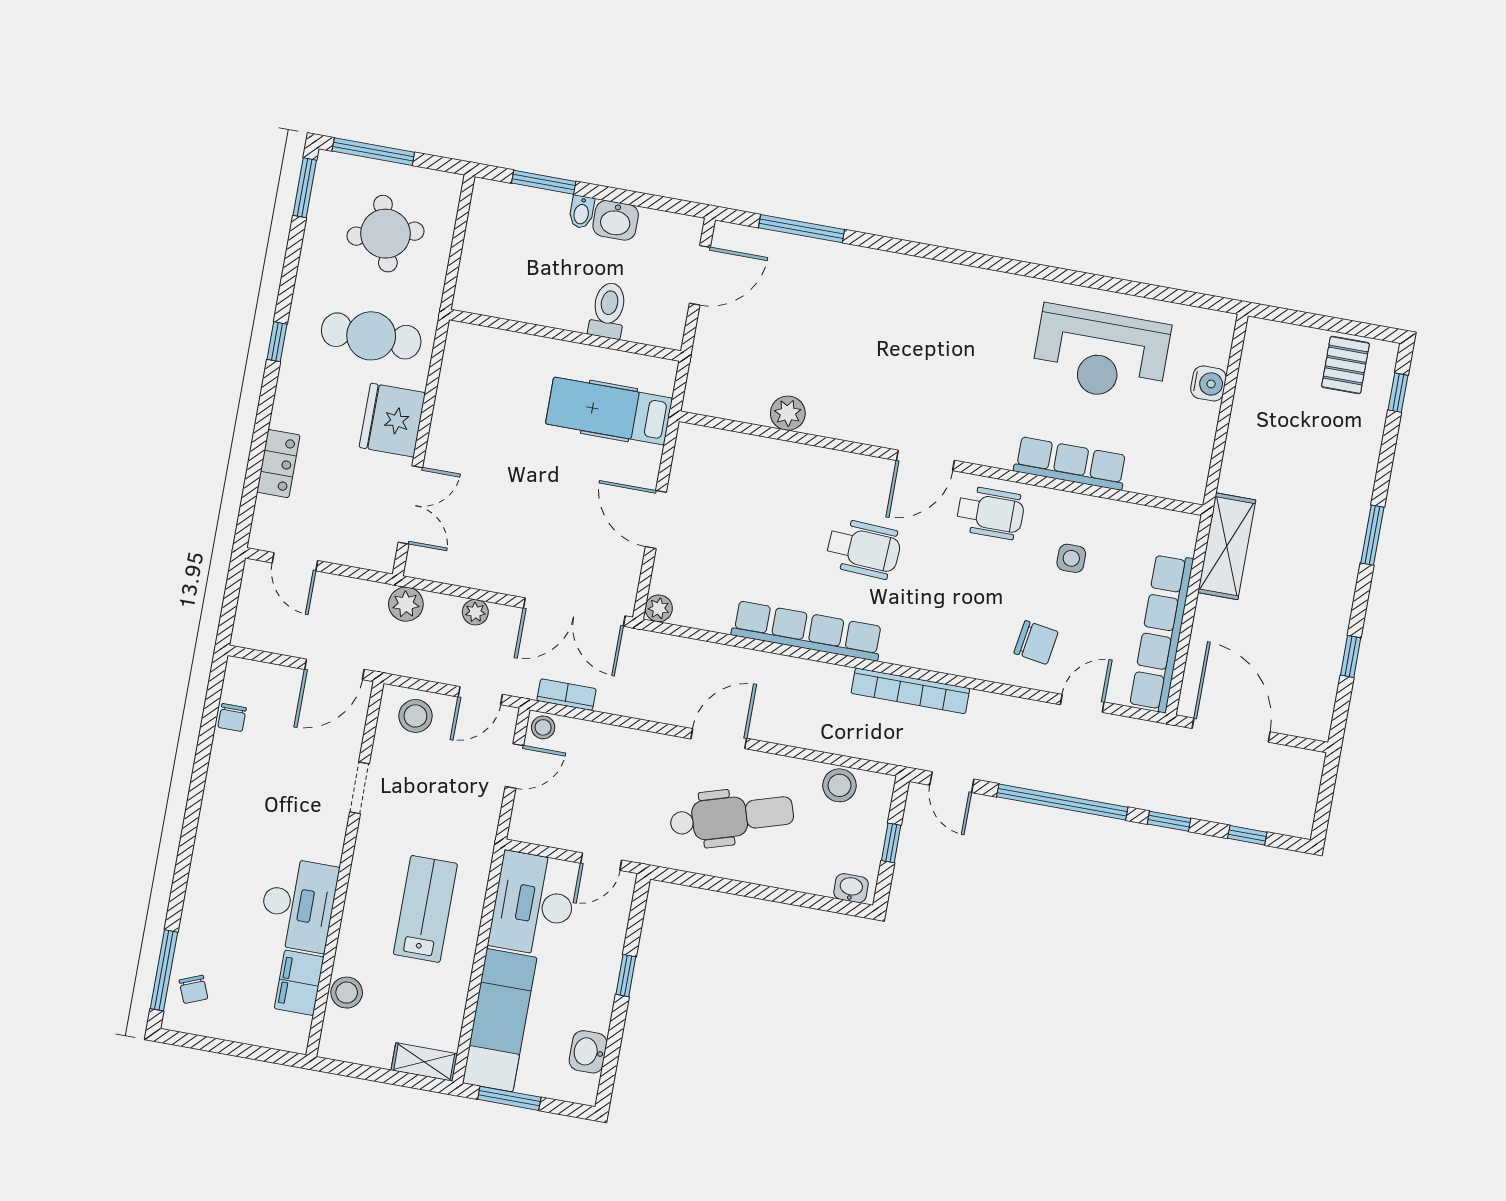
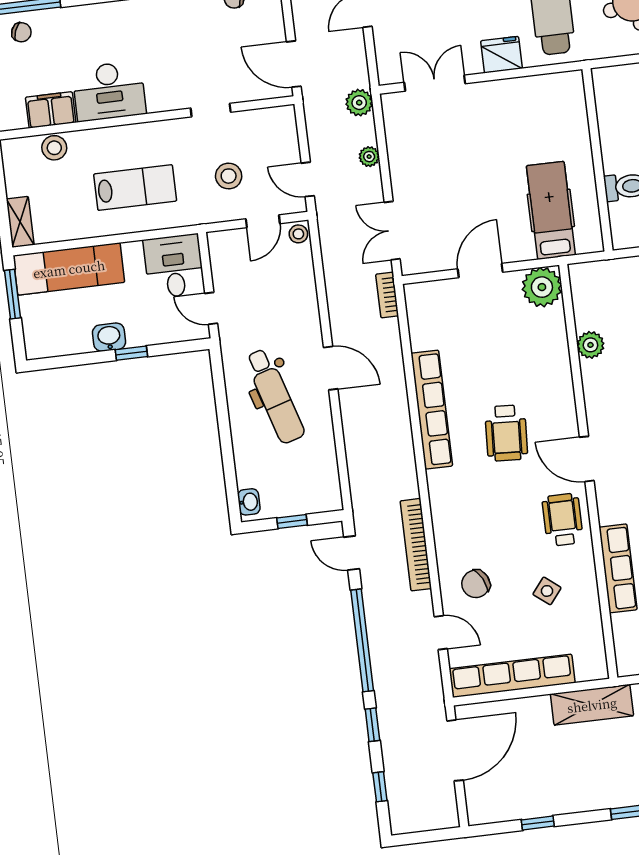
fridge: (392, 420) -> (501, 55), width x0.73, depth x0.75
double door: (410, 505) -> (435, 83), swing flipped
wheelchair: (990, 513) -> (563, 520), turned 180
side table: (1071, 558) -> (547, 591), turned 38
plant: (659, 608) -> (542, 287), moved, width x1.87, depth x1.87
double door: (574, 612) -> (392, 231), width x0.73
chair: (1036, 642) -> (476, 584), turned 54
bookcase: (910, 691) -> (416, 545), moved
bookcase: (566, 695) -> (387, 295), moved, turned 180
stool: (415, 716) -> (229, 176), moved
door: (514, 766) -> (263, 221), hinge flipped
door: (952, 782) -> (352, 553), hinge flipped
stool: (839, 785) -> (323, 470), removed
desk: (533, 904) -> (174, 266), width x0.73
chair: (194, 989) -> (21, 32), turned -138
washbasin: (588, 1052) -> (109, 337), moved

